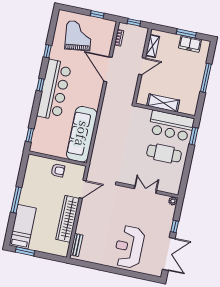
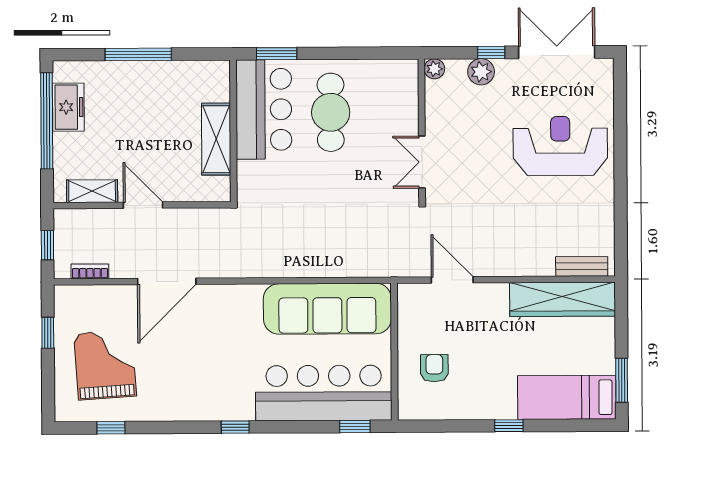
window: (186, 33) -> (47, 121), width x2.11
grand piano: (78, 36) -> (105, 365), turned 93
window: (47, 51) -> (111, 428), moved
bar counter: (54, 90) -> (324, 393), moved
armchair: (58, 170) -> (434, 368), moved
double door: (145, 190) -> (422, 162), moved
window: (16, 200) -> (509, 426), width x0.46
wardrobe: (68, 219) -> (562, 299), moved
plant: (167, 220) -> (481, 72), added
reception desk: (129, 247) -> (560, 146), turned 180

